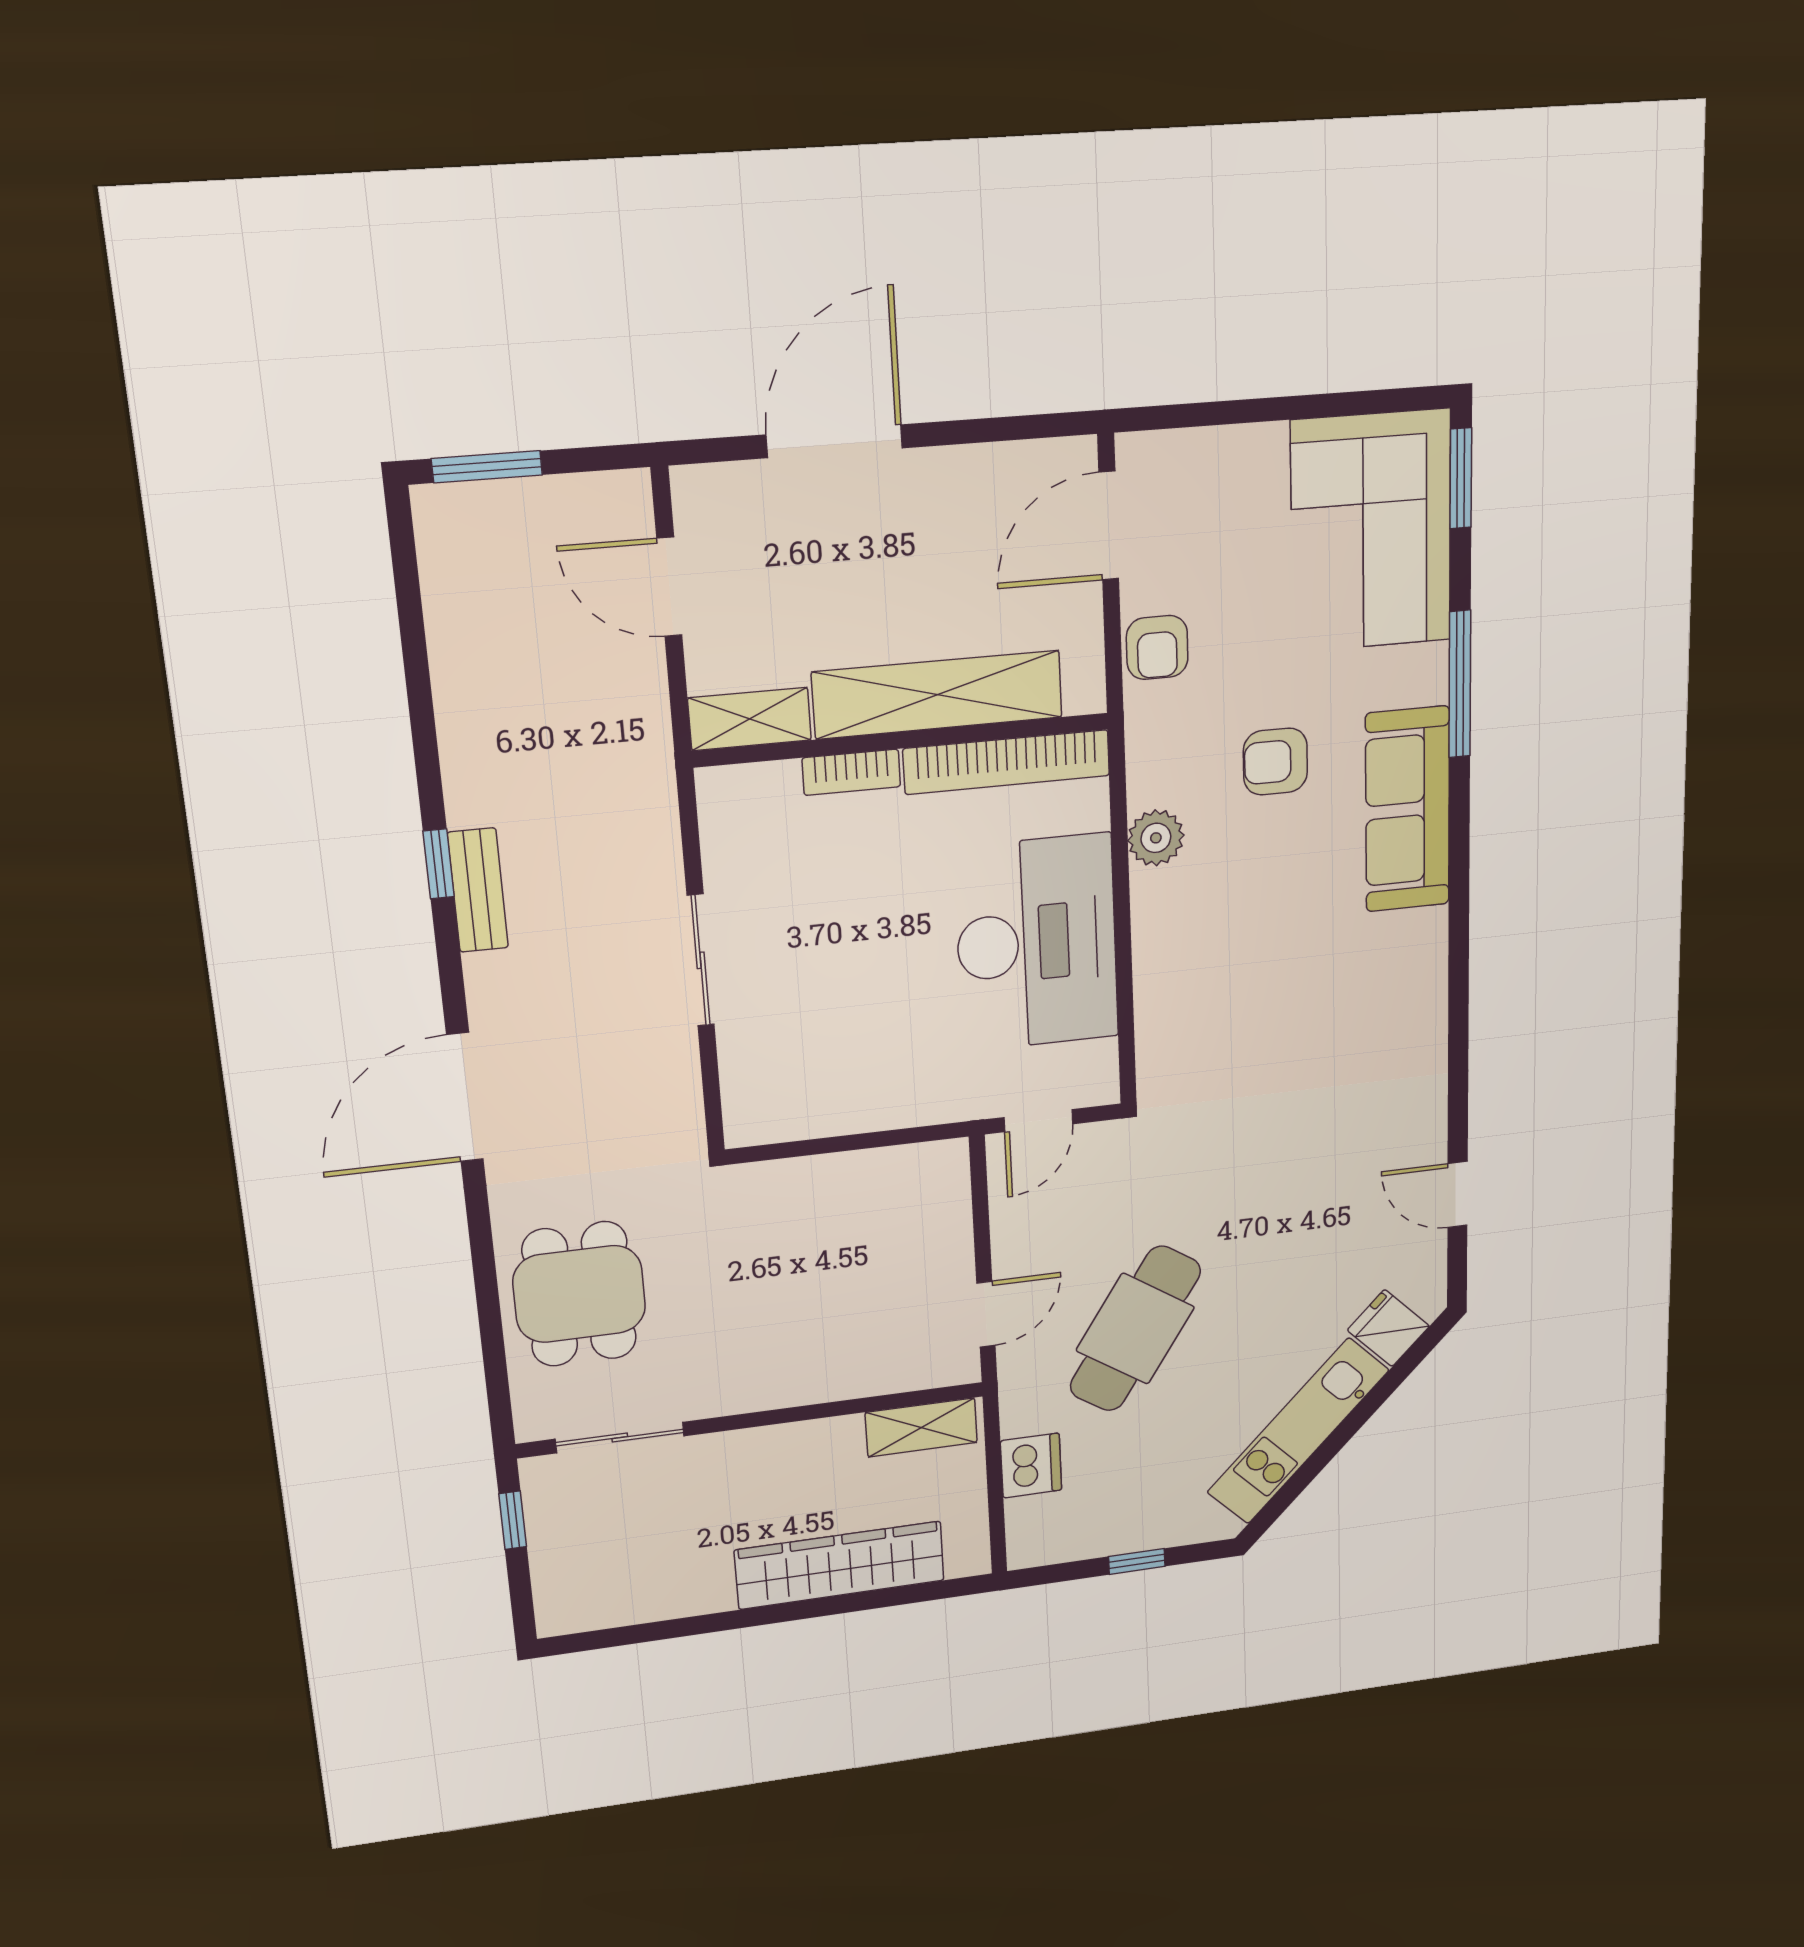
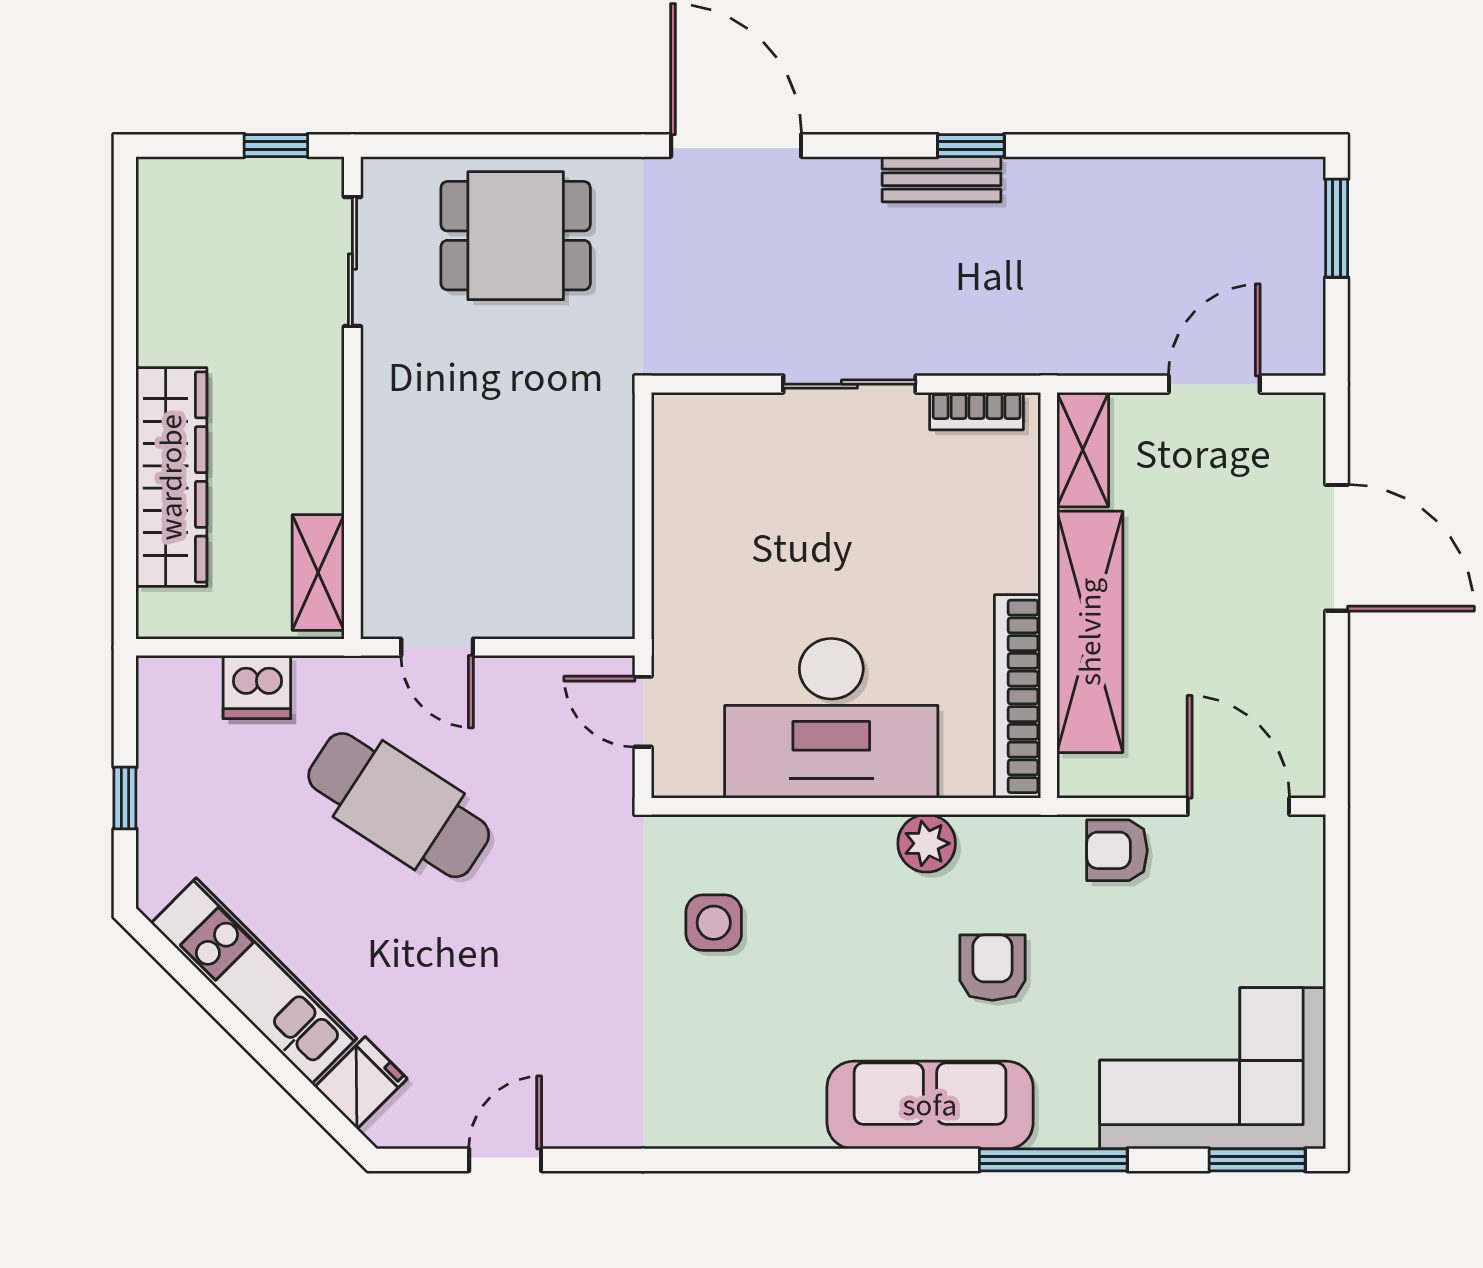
bookcase: (851, 772) -> (977, 411), moved, turned -90
side table: (1237, 1032) -> (714, 923), added

